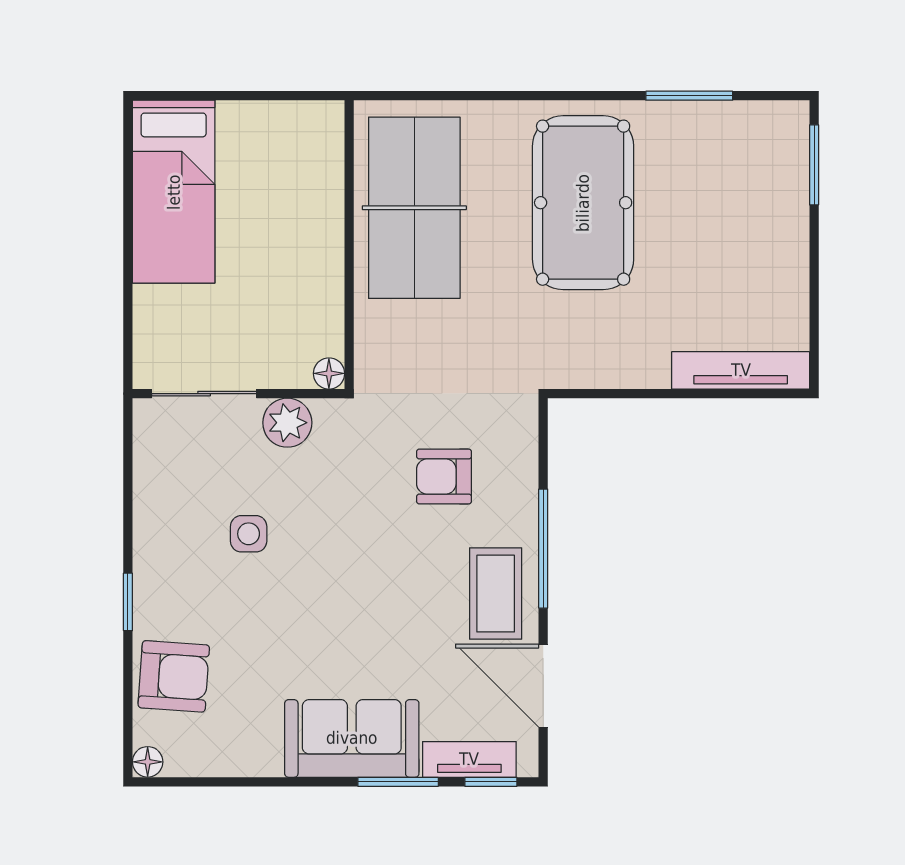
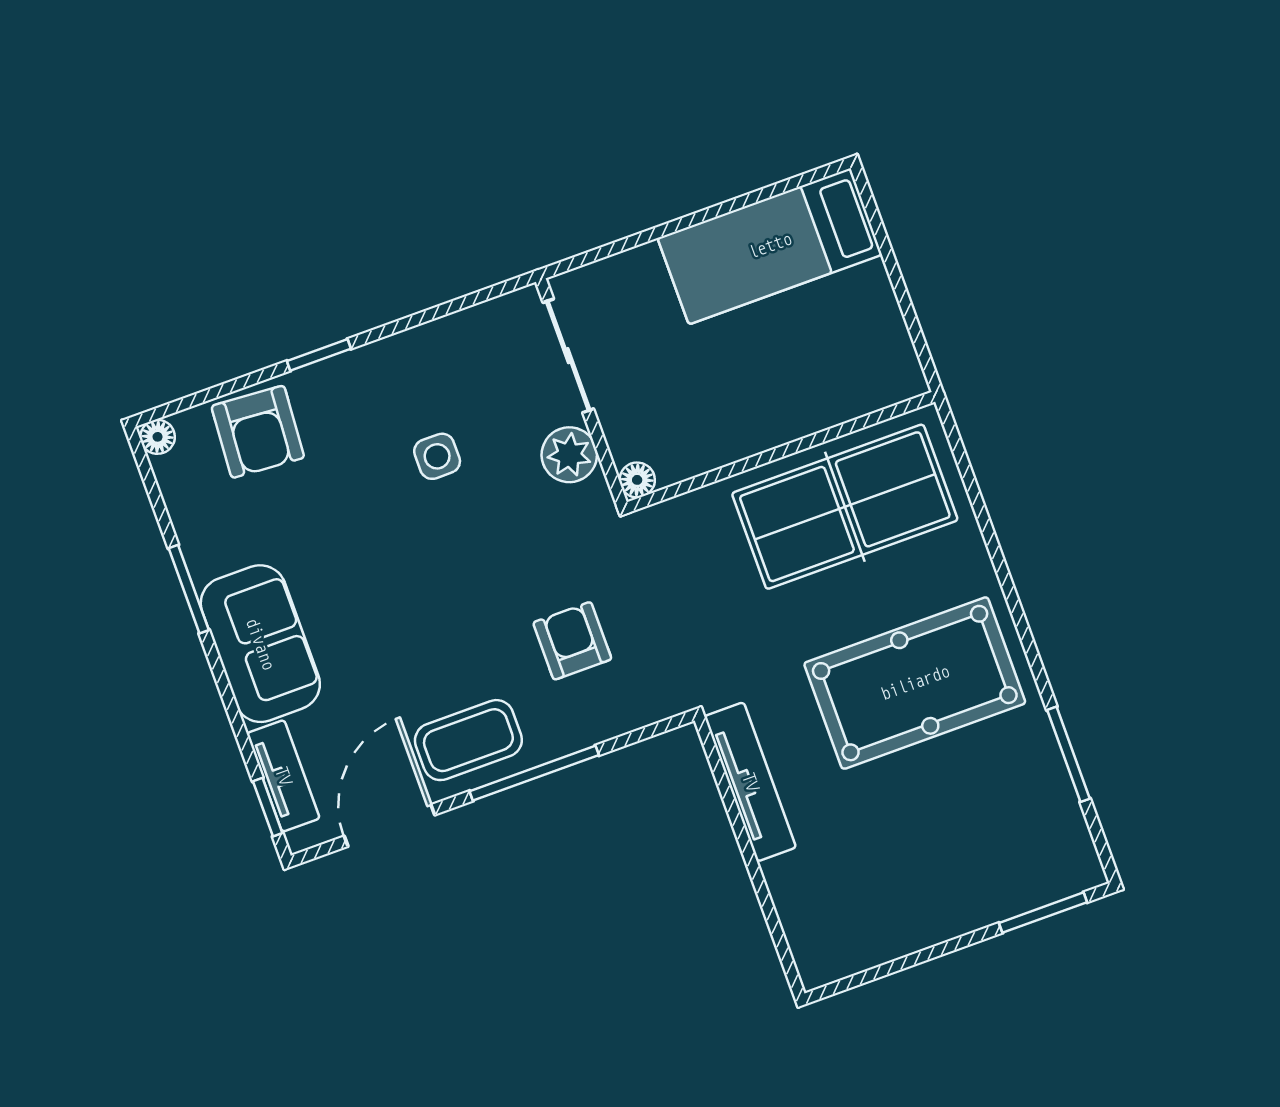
tv unit: (741, 370) -> (750, 782), moved
window: (398, 782) -> (189, 589), moved

